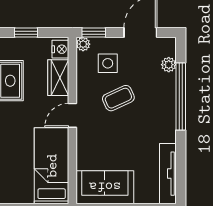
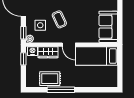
window: (26, 33) -> (23, 59), moved

